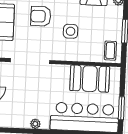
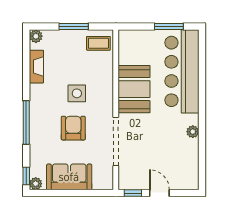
armchair: (41, 16) -> (73, 128), moved, turned 180
booth: (90, 79) -> (134, 89), moved

